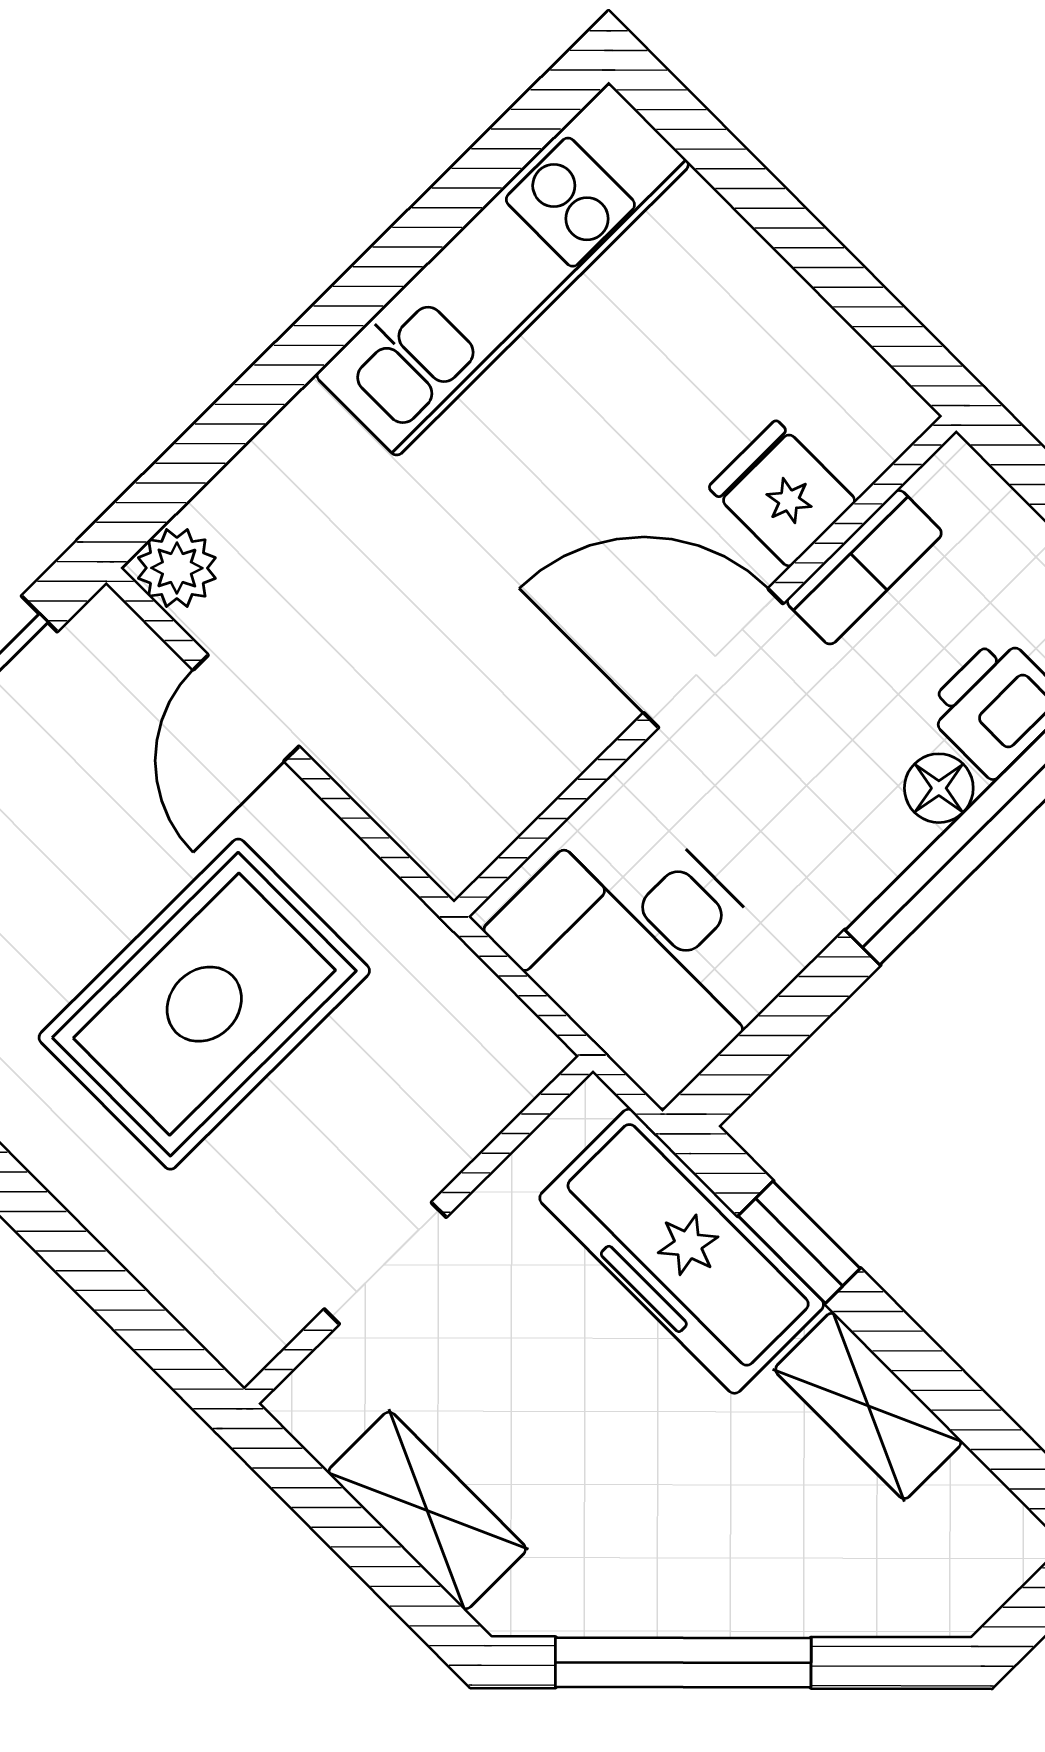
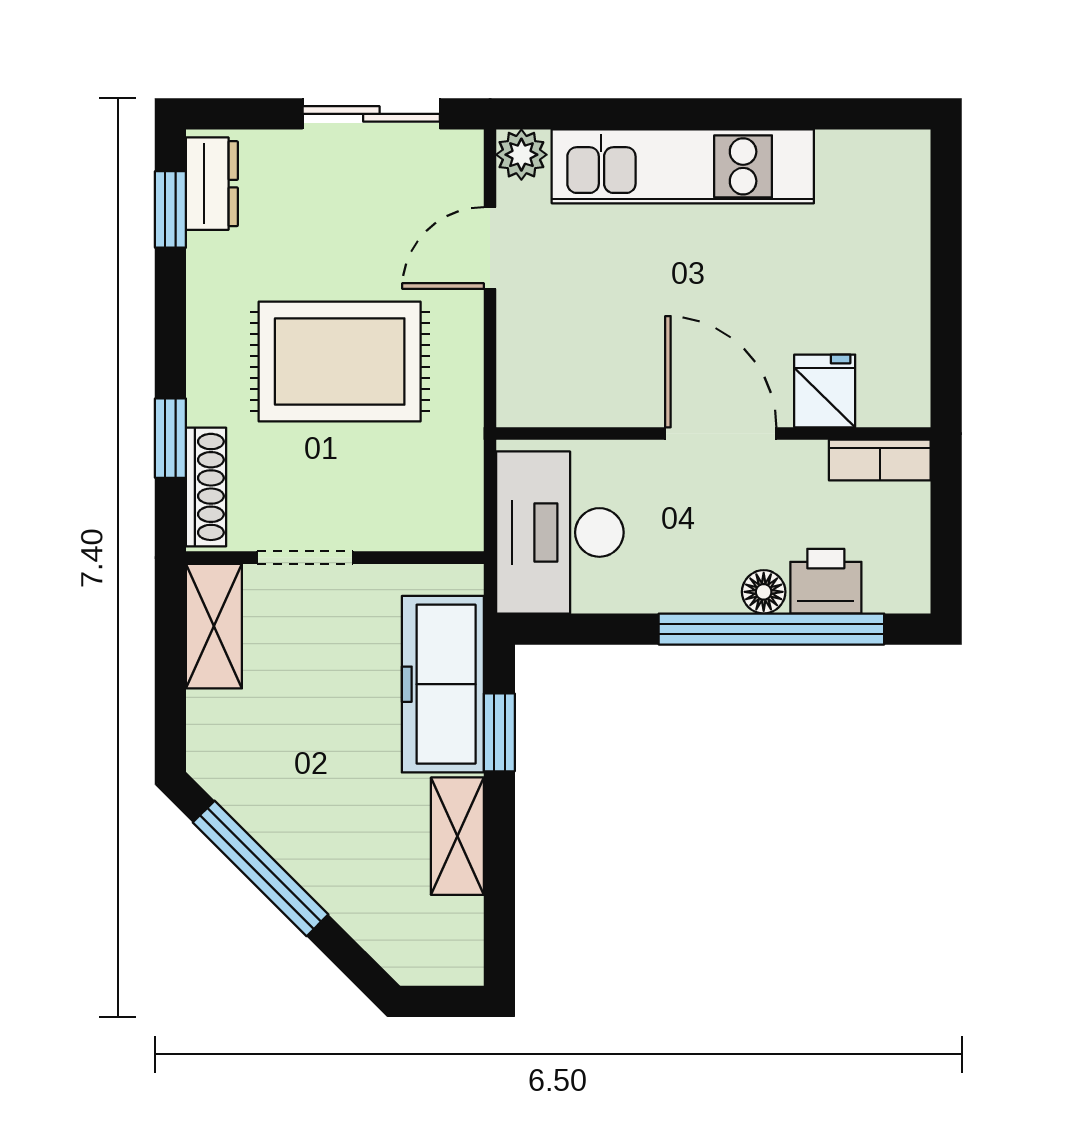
kitchen unit: (503, 270) -> (683, 166), moved
bookcase: (864, 567) -> (880, 460), moved
window: (100, 1280) -> (170, 438), added
shoe rack: (195, 1295) -> (206, 487), added
shelving: (427, 1510) -> (214, 626), moved

